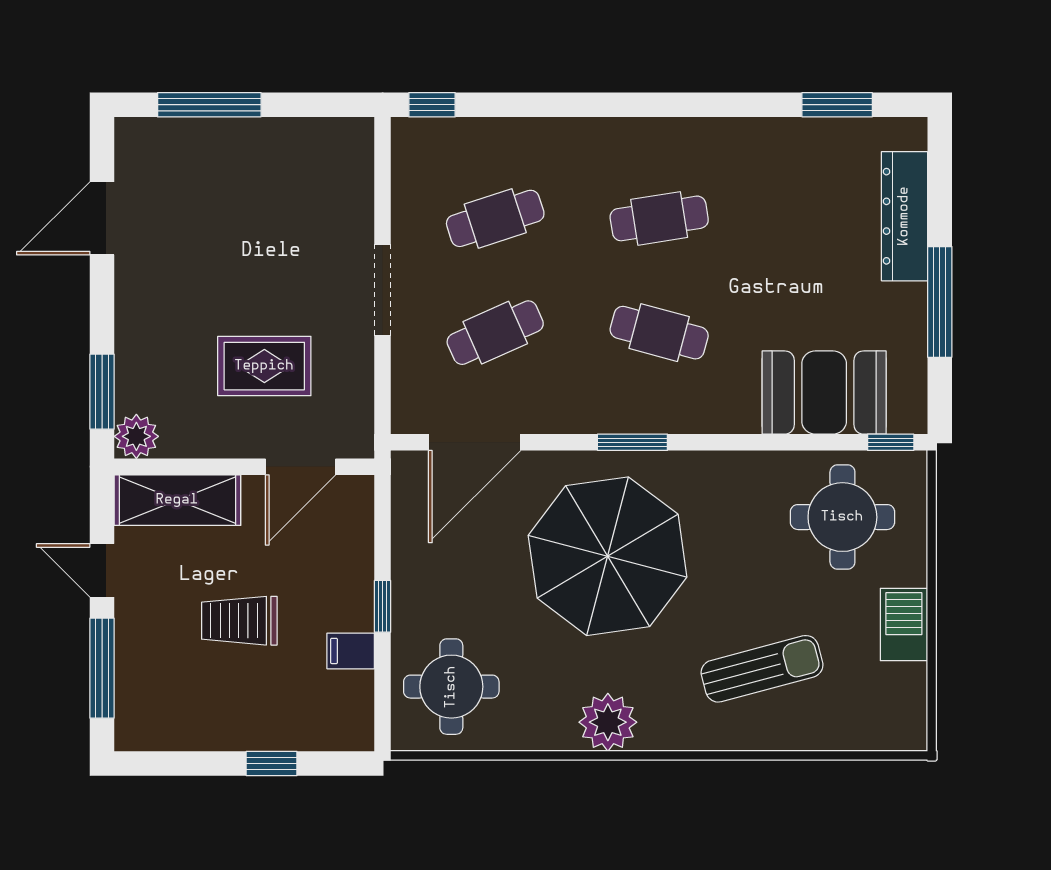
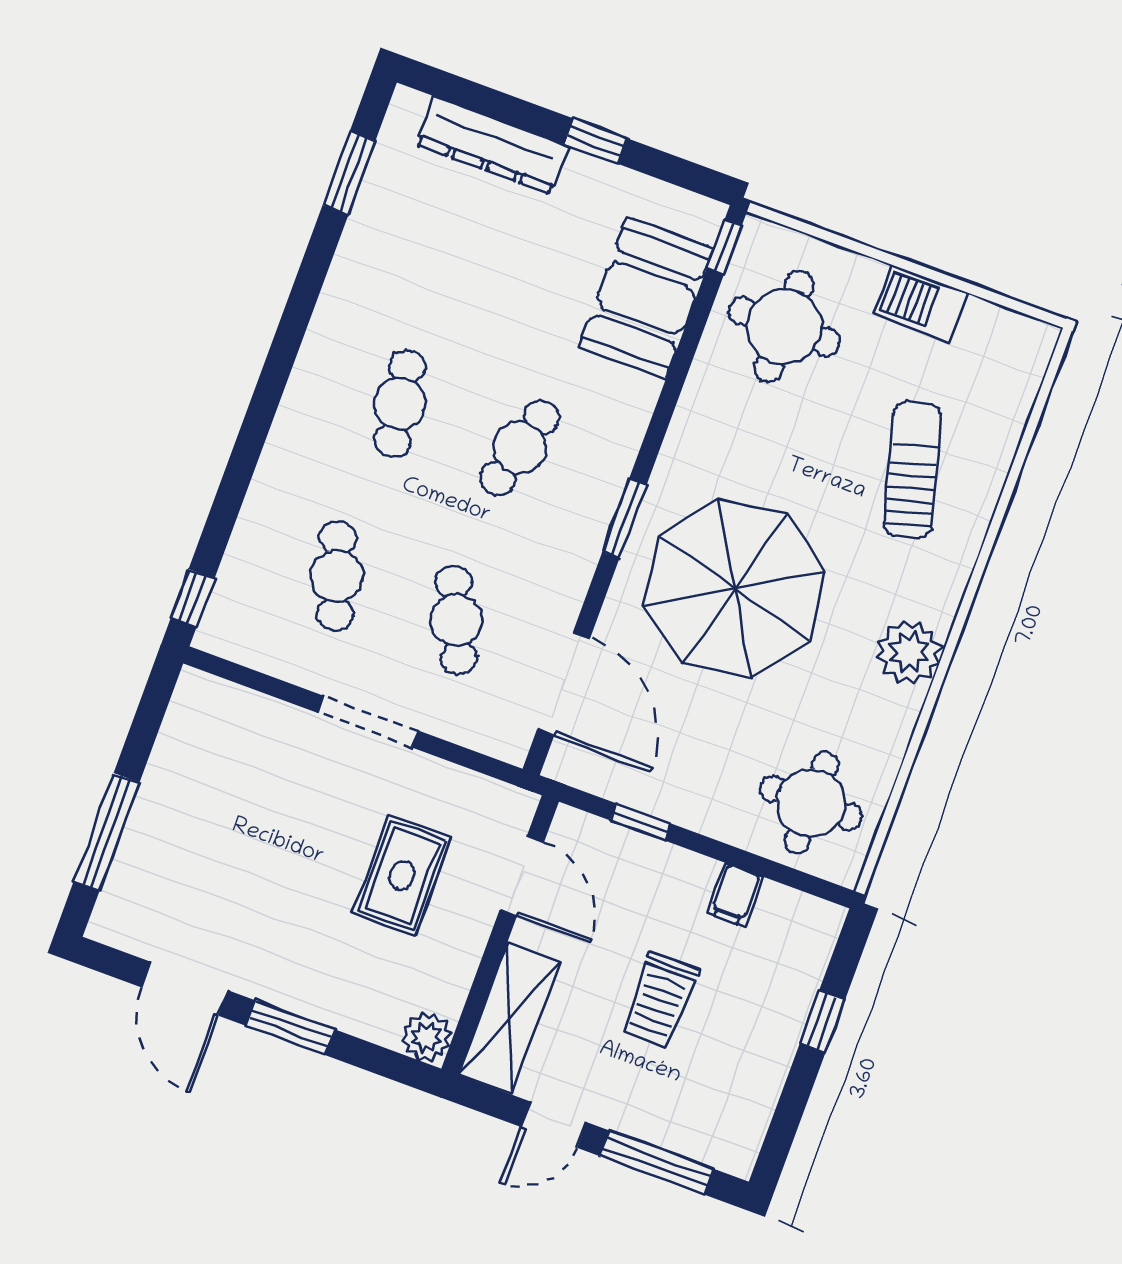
window: (940, 302) -> (596, 141), width x0.46
window: (102, 392) -> (290, 1028), moved
window: (383, 606) -> (640, 822), moved

